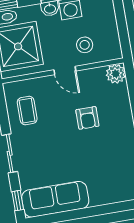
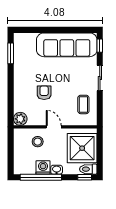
sofa: (55, 199) -> (67, 45), width x1.36, depth x1.27

